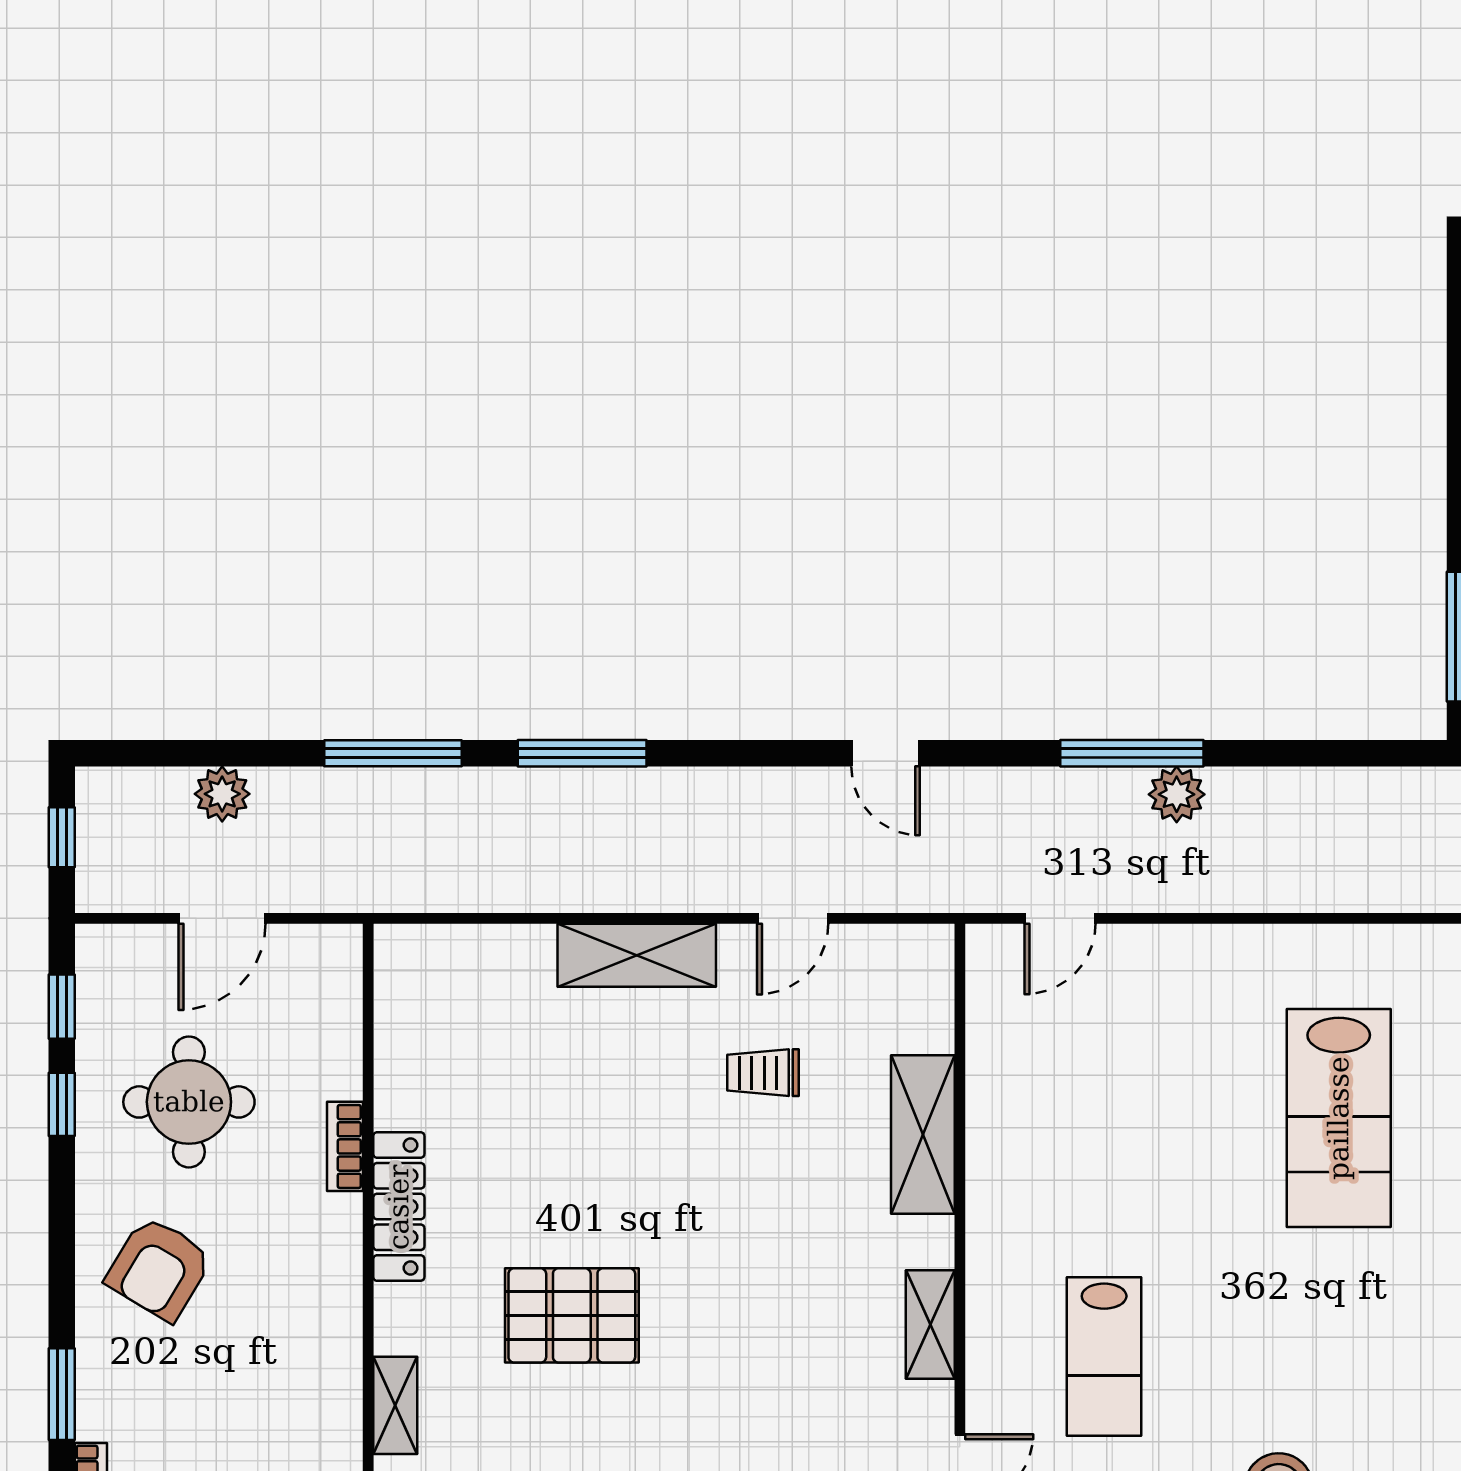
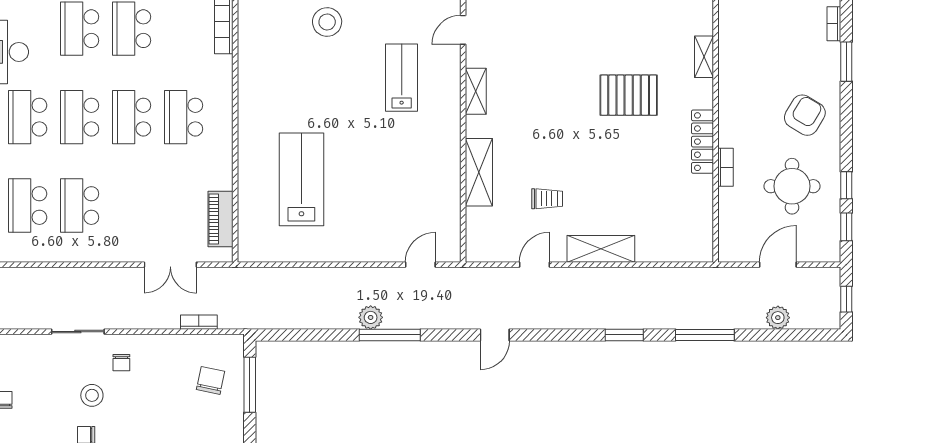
window: (582, 753) -> (624, 335), width x0.69
door: (886, 753) -> (495, 335), swing flipped

